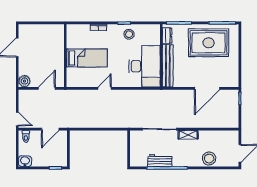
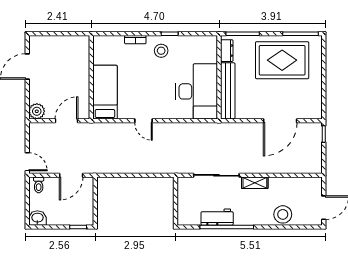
stool: (129, 34) -> (161, 51), moved
bed: (87, 58) -> (105, 92), moved, turned -90
door: (105, 88) -> (143, 121), swing flipped

